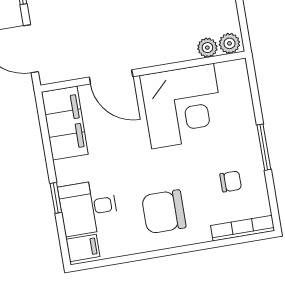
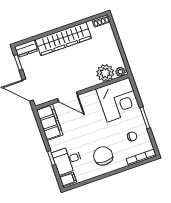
plant: (207, 48) -> (105, 73), width x1.87, depth x1.87
corner desk: (183, 106) -> (118, 100), moved
chair: (164, 212) -> (103, 156), turned 90

